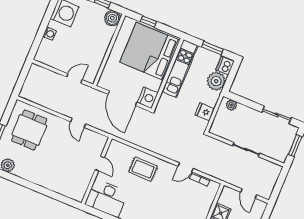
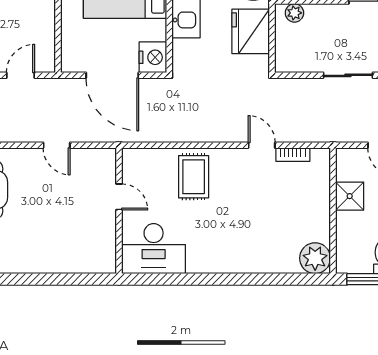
fridge: (205, 112) -> (251, 31), width x1.88, depth x1.34
door: (186, 167) -> (262, 145), swing flipped
rug: (143, 169) -> (194, 177), turned 90

